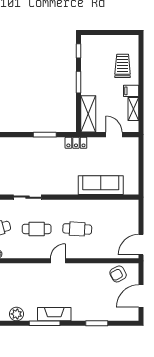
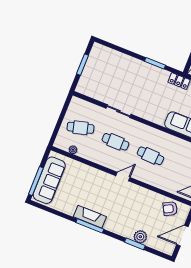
plant: (17, 314) -> (140, 237), moved
fireplace: (54, 314) -> (90, 217), moved

